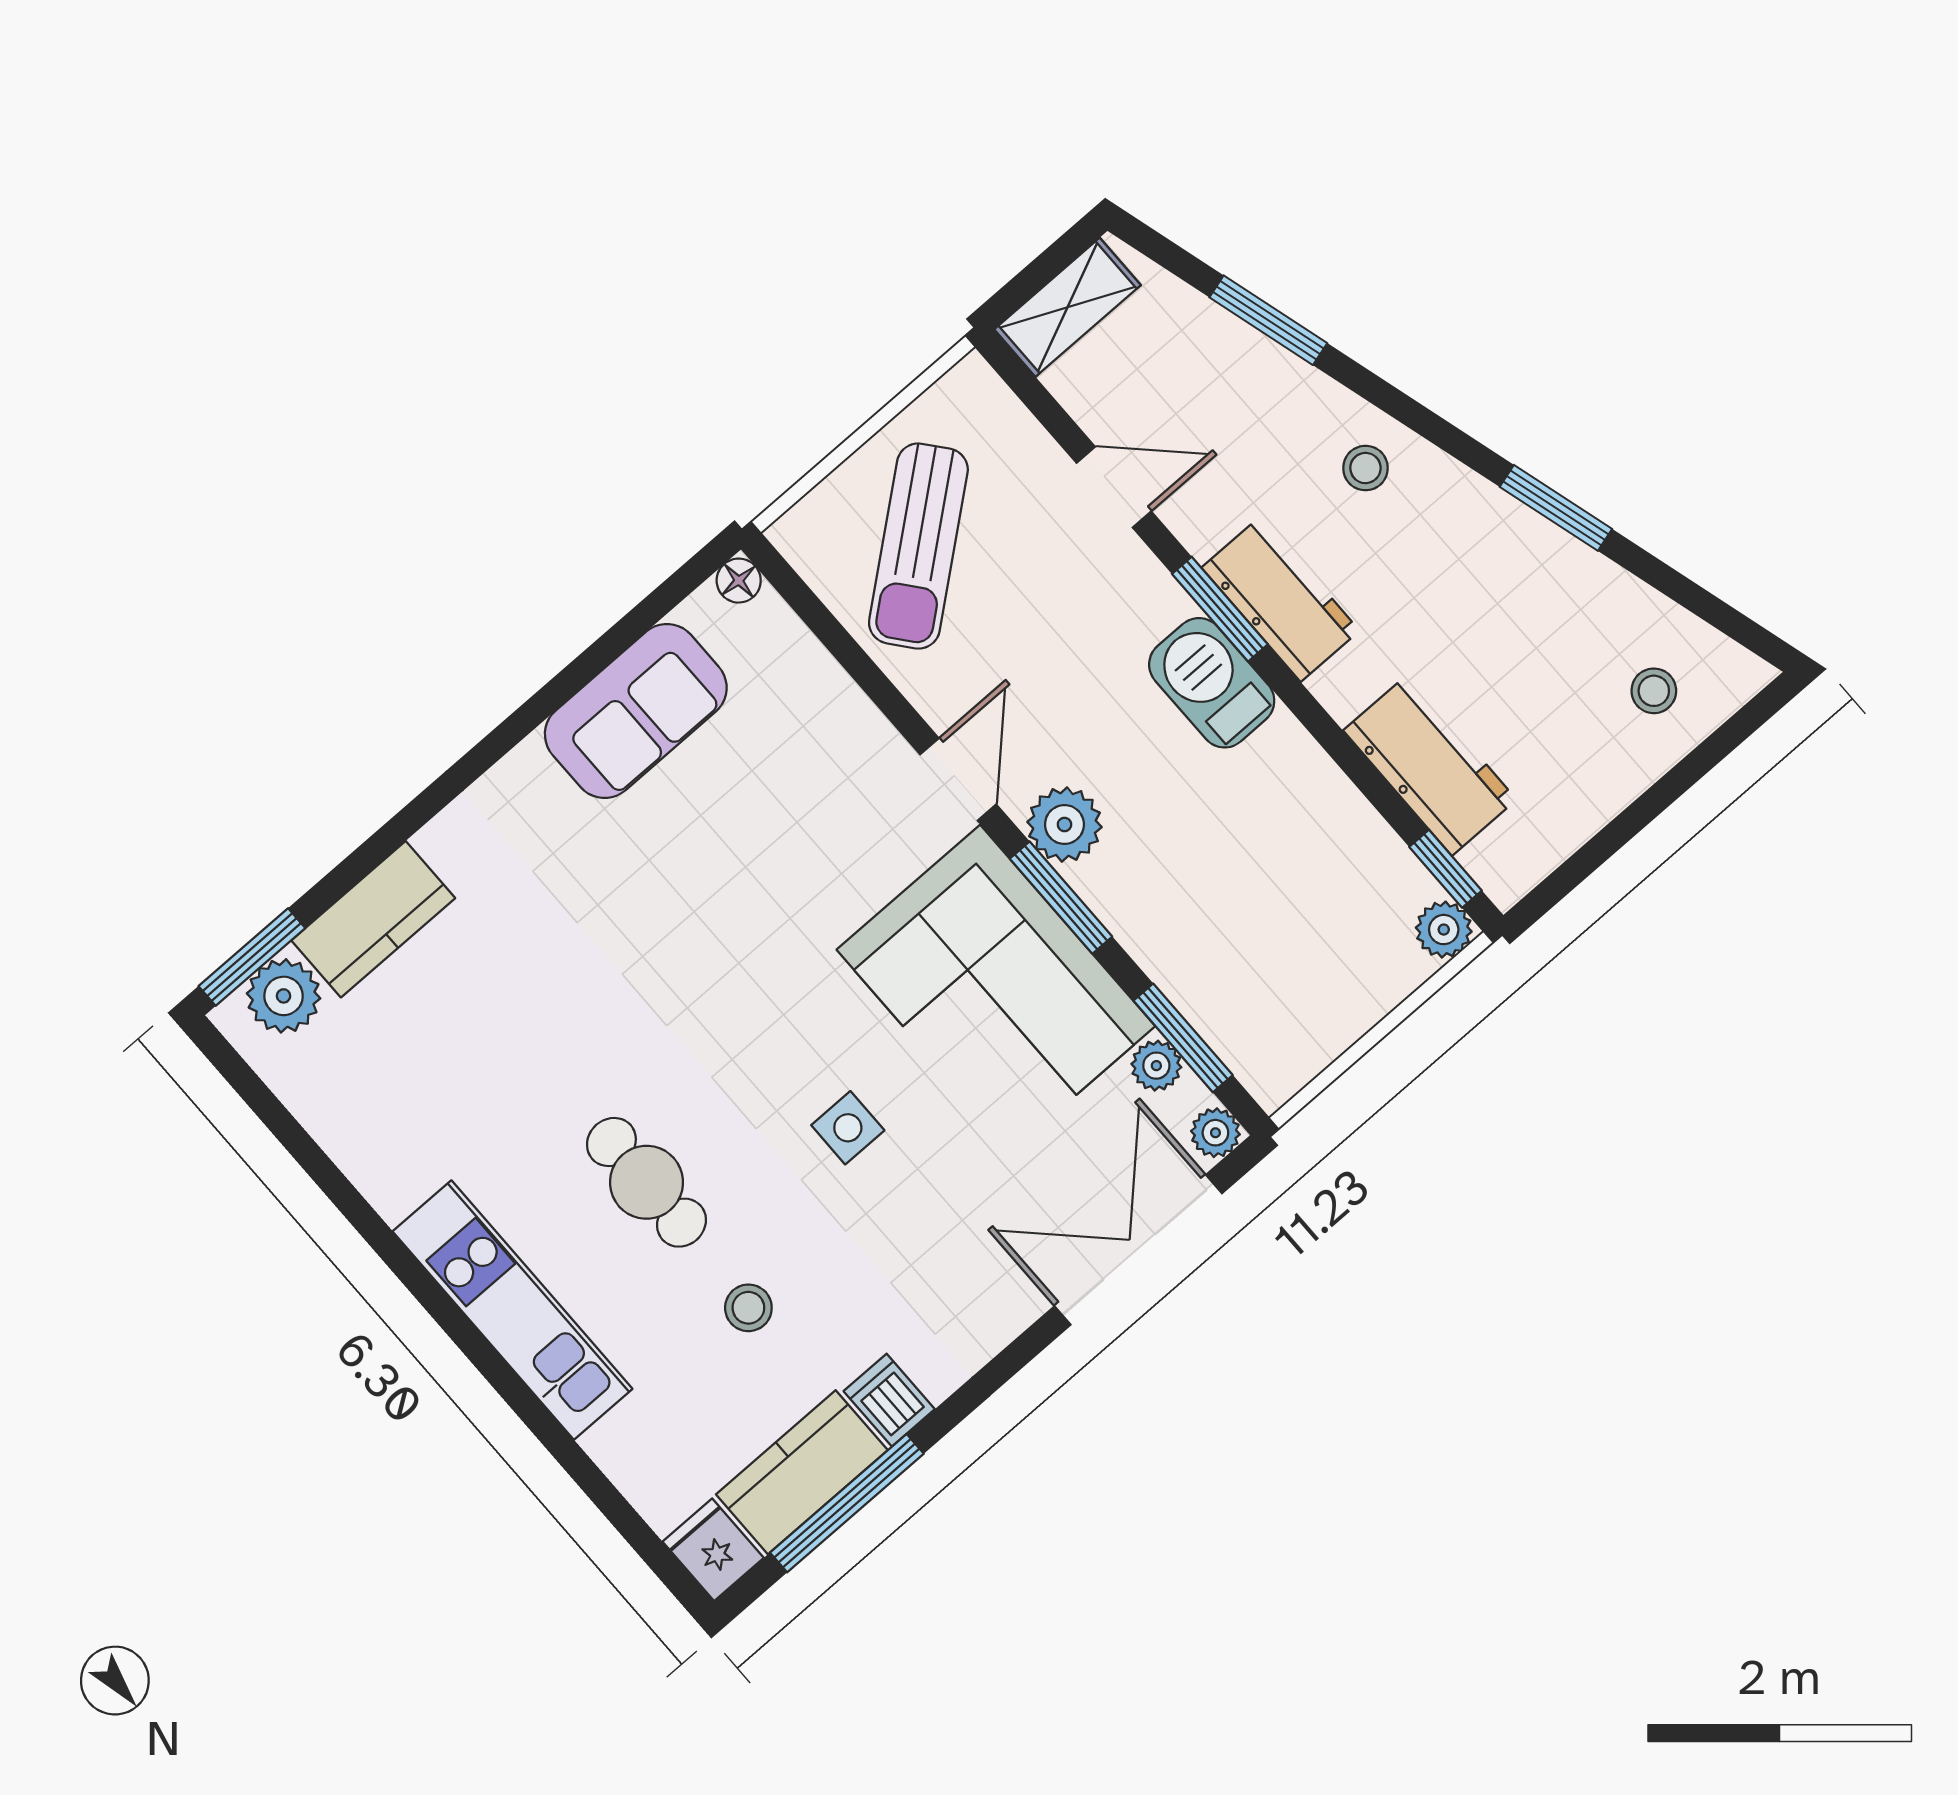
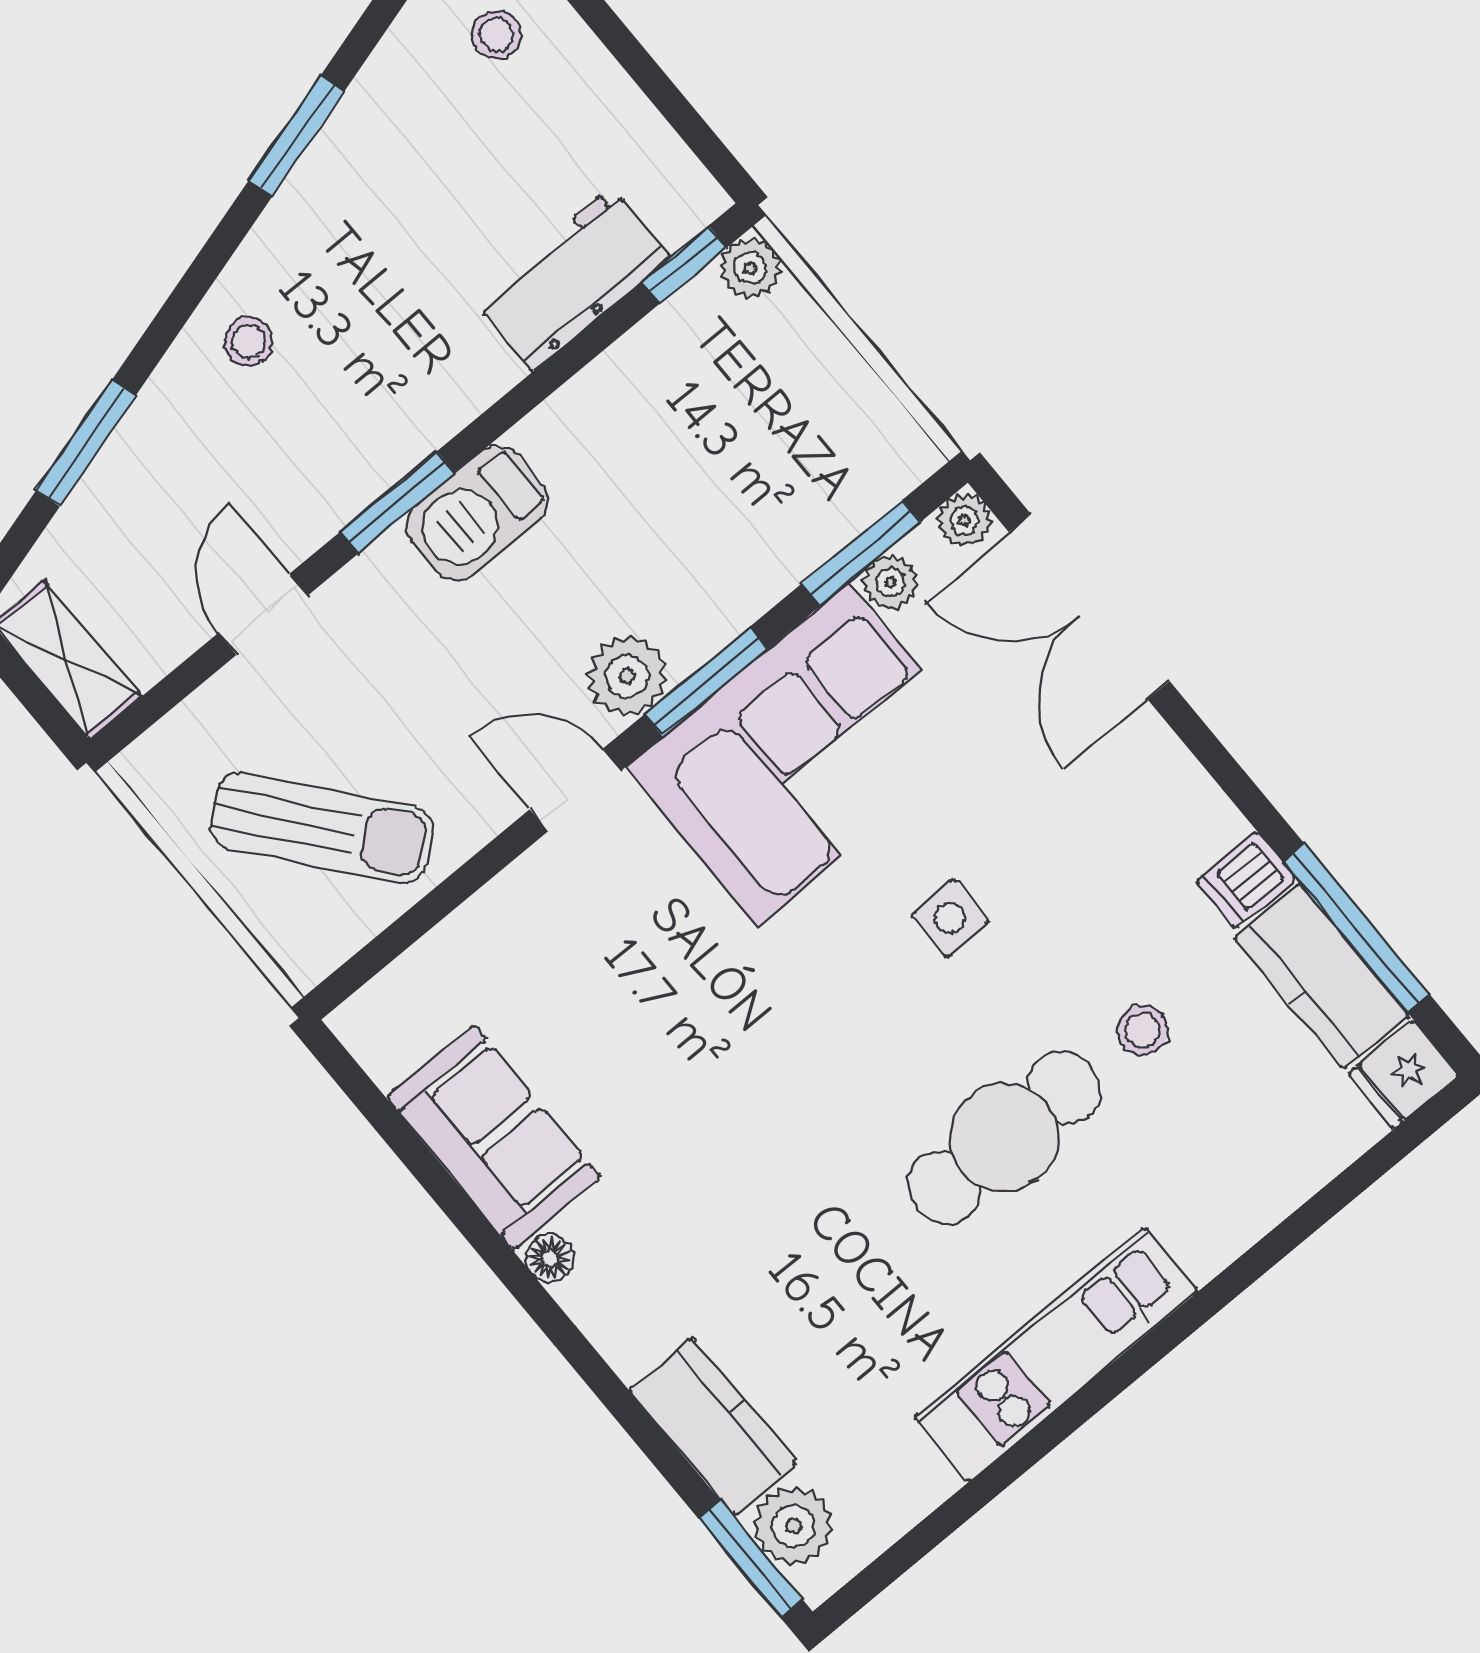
floor lamp: (739, 581) -> (550, 1258), moved
workbench: (1281, 599) -> (388, 437), removed
cafe table: (646, 1182) -> (1004, 1137), width x1.37, depth x1.35
kitchen unit: (513, 1310) -> (1056, 1354), moved

